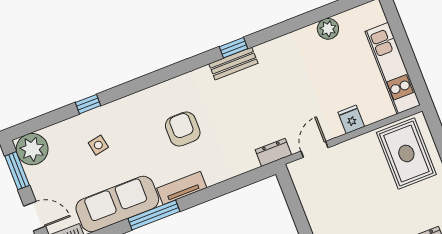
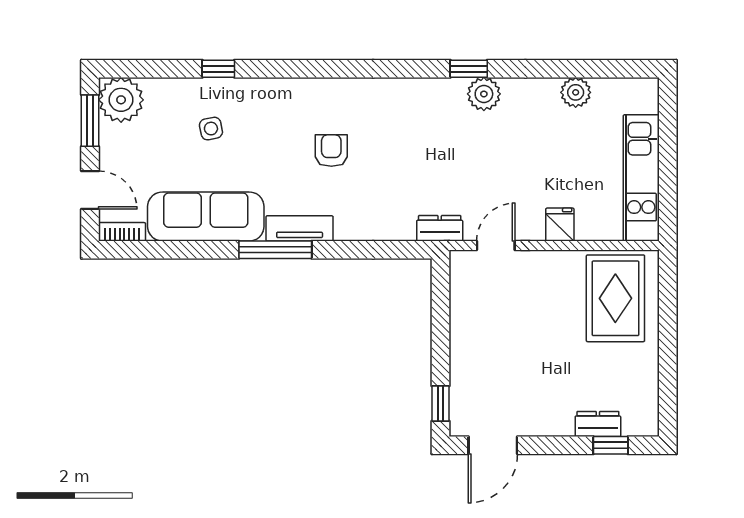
window: (233, 48) -> (469, 69), moved
plant: (268, 53) -> (484, 94), added
bench: (233, 64) -> (432, 90), removed
armchair: (183, 129) -> (331, 151), width x0.72, depth x0.72
window: (154, 215) -> (275, 250), moved

